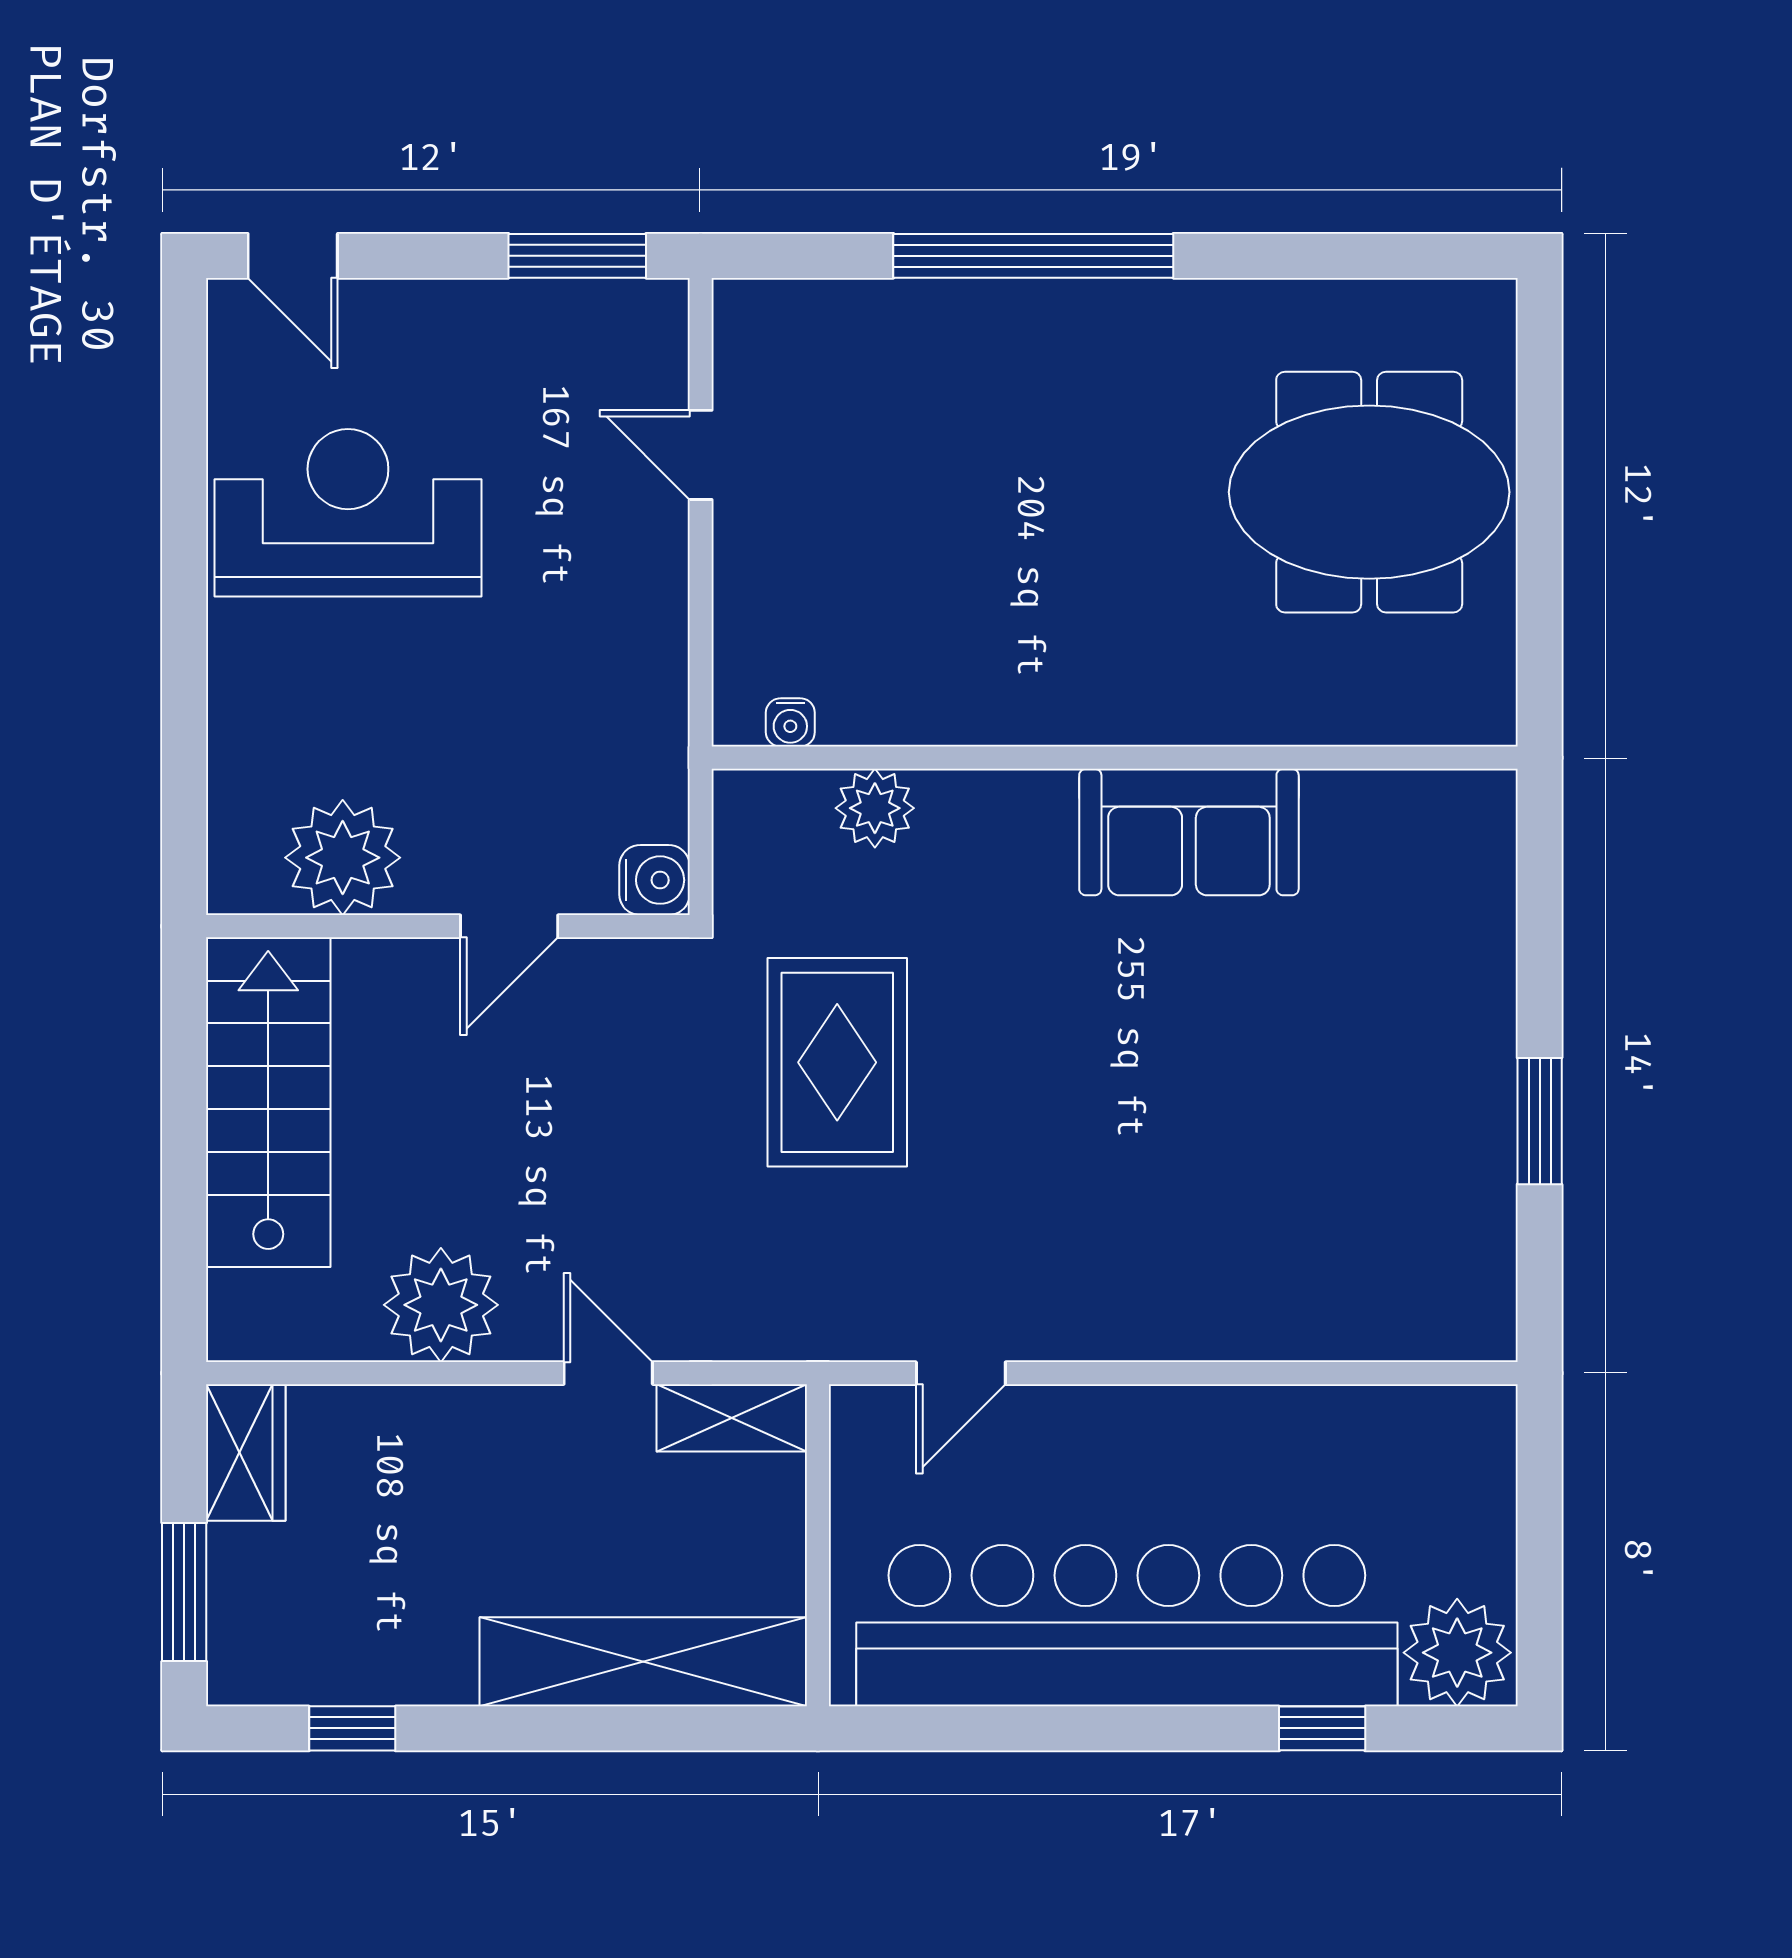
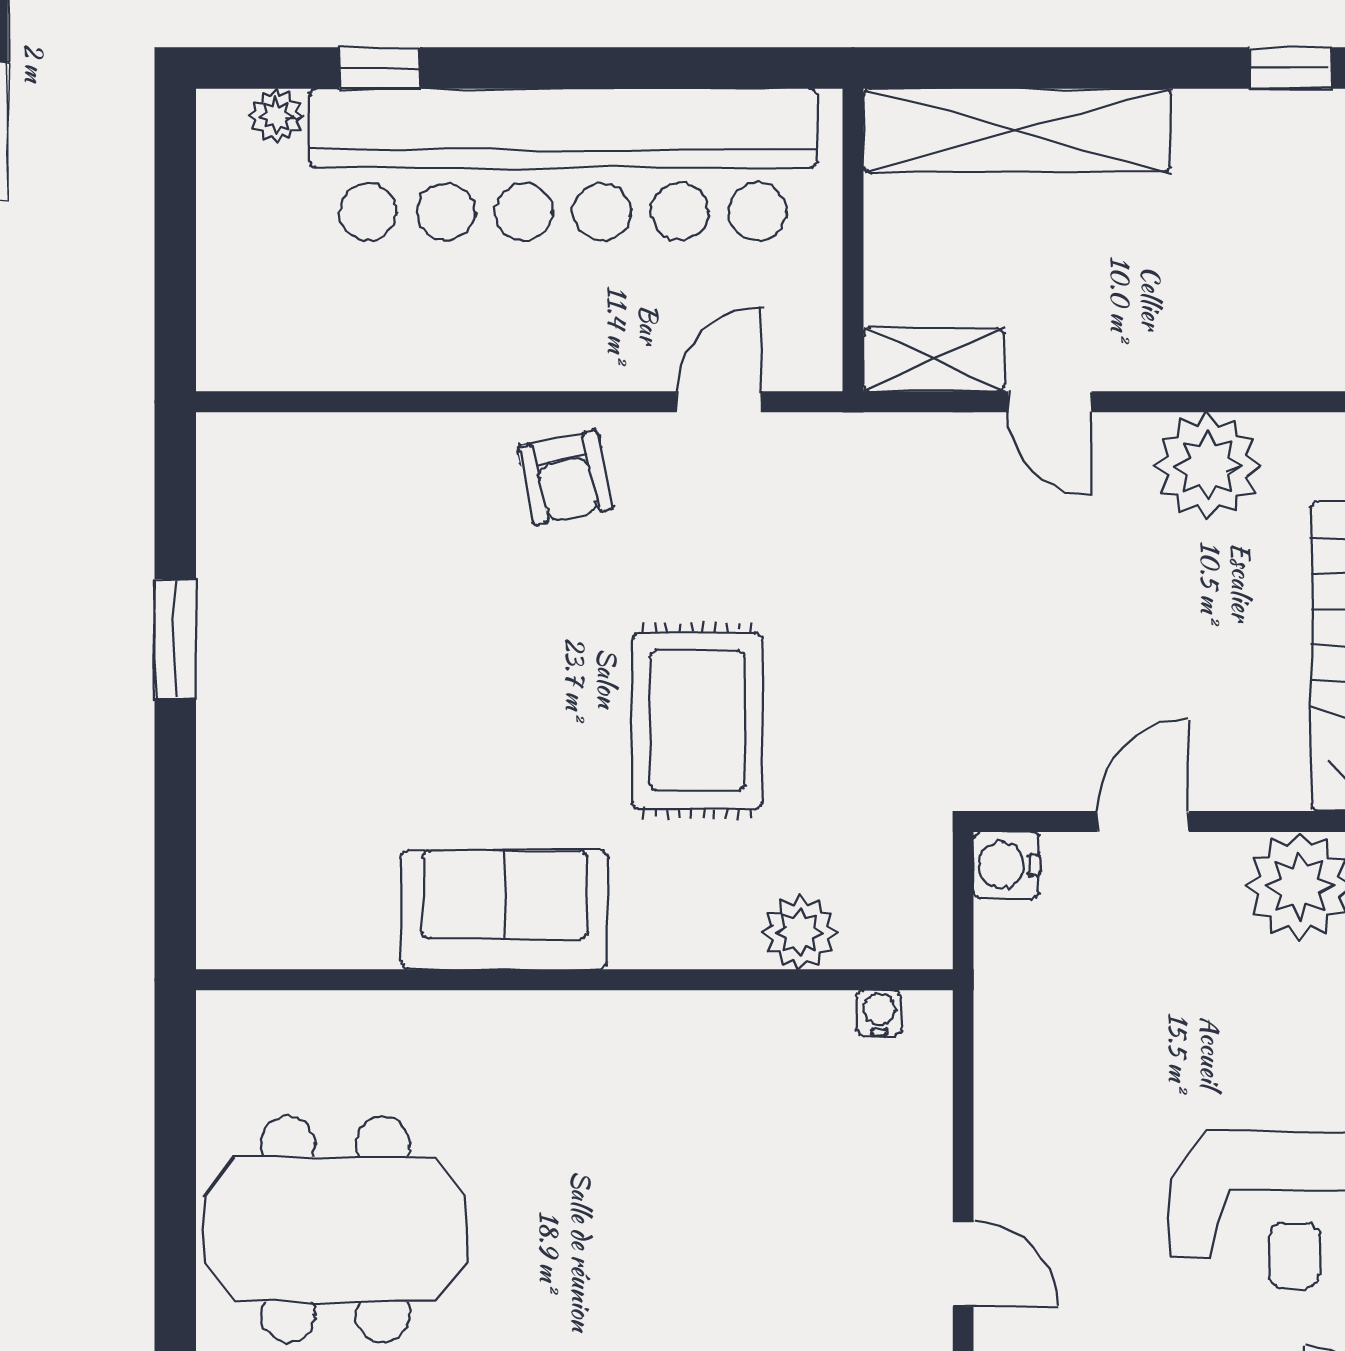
rug: (837, 1062) -> (697, 721), moved
armchair: (1124, 1292) -> (566, 478), added
plant: (1457, 1653) -> (276, 116), width x0.53, depth x0.53

